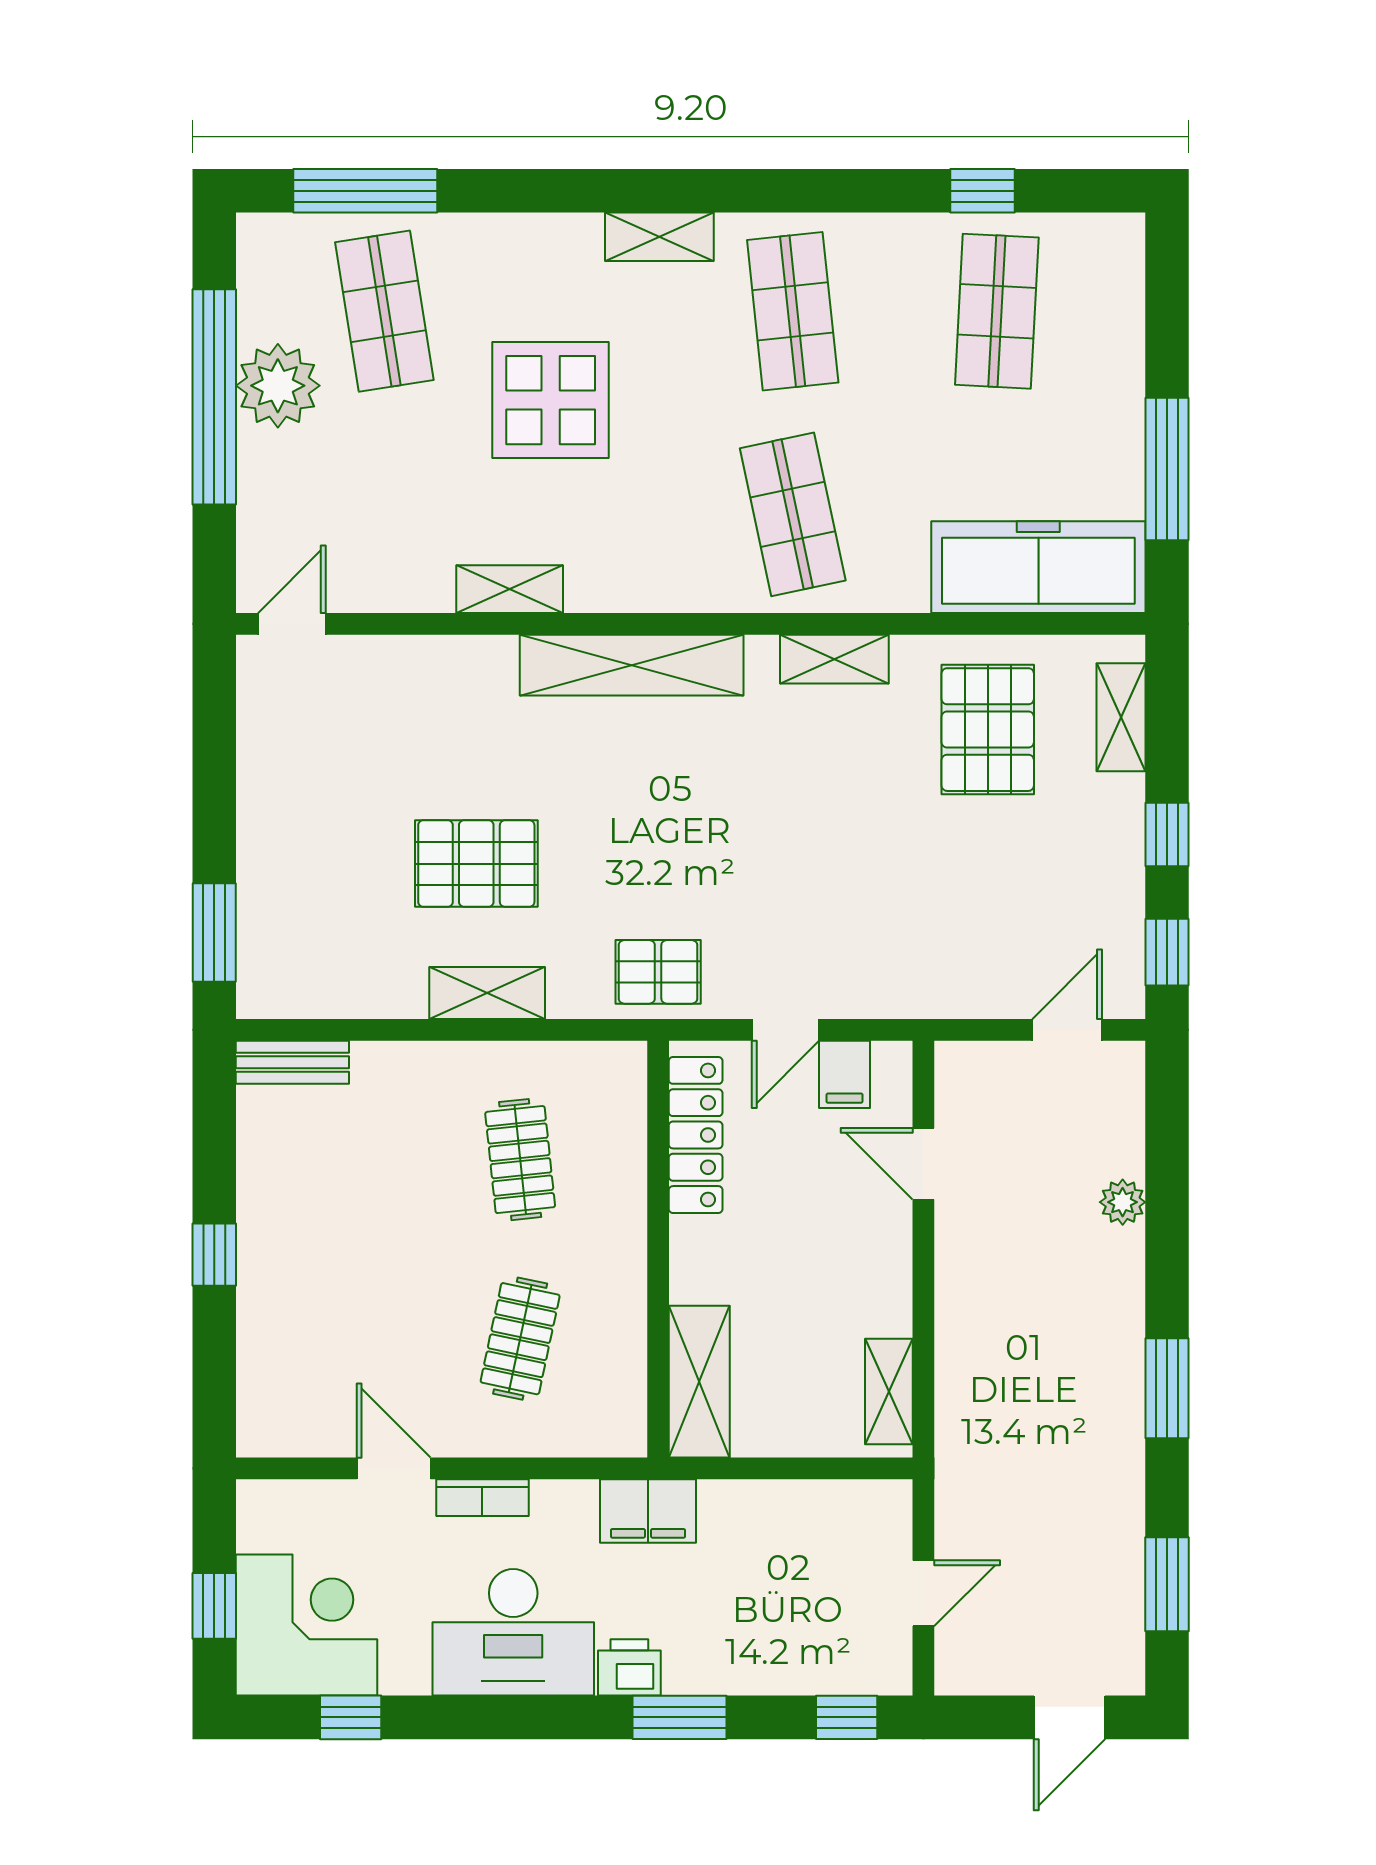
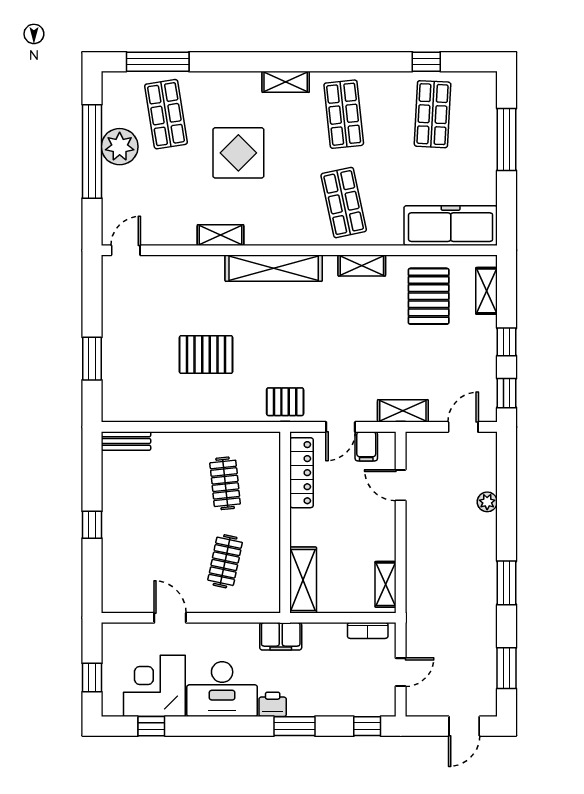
window: (1167, 469) -> (507, 140), moved
window: (214, 933) -> (92, 359), moved
shelving: (487, 993) -> (403, 411), moved
bookcase: (482, 1498) -> (368, 630), moved
corner desk: (307, 1625) -> (154, 686), moved, turned -90

